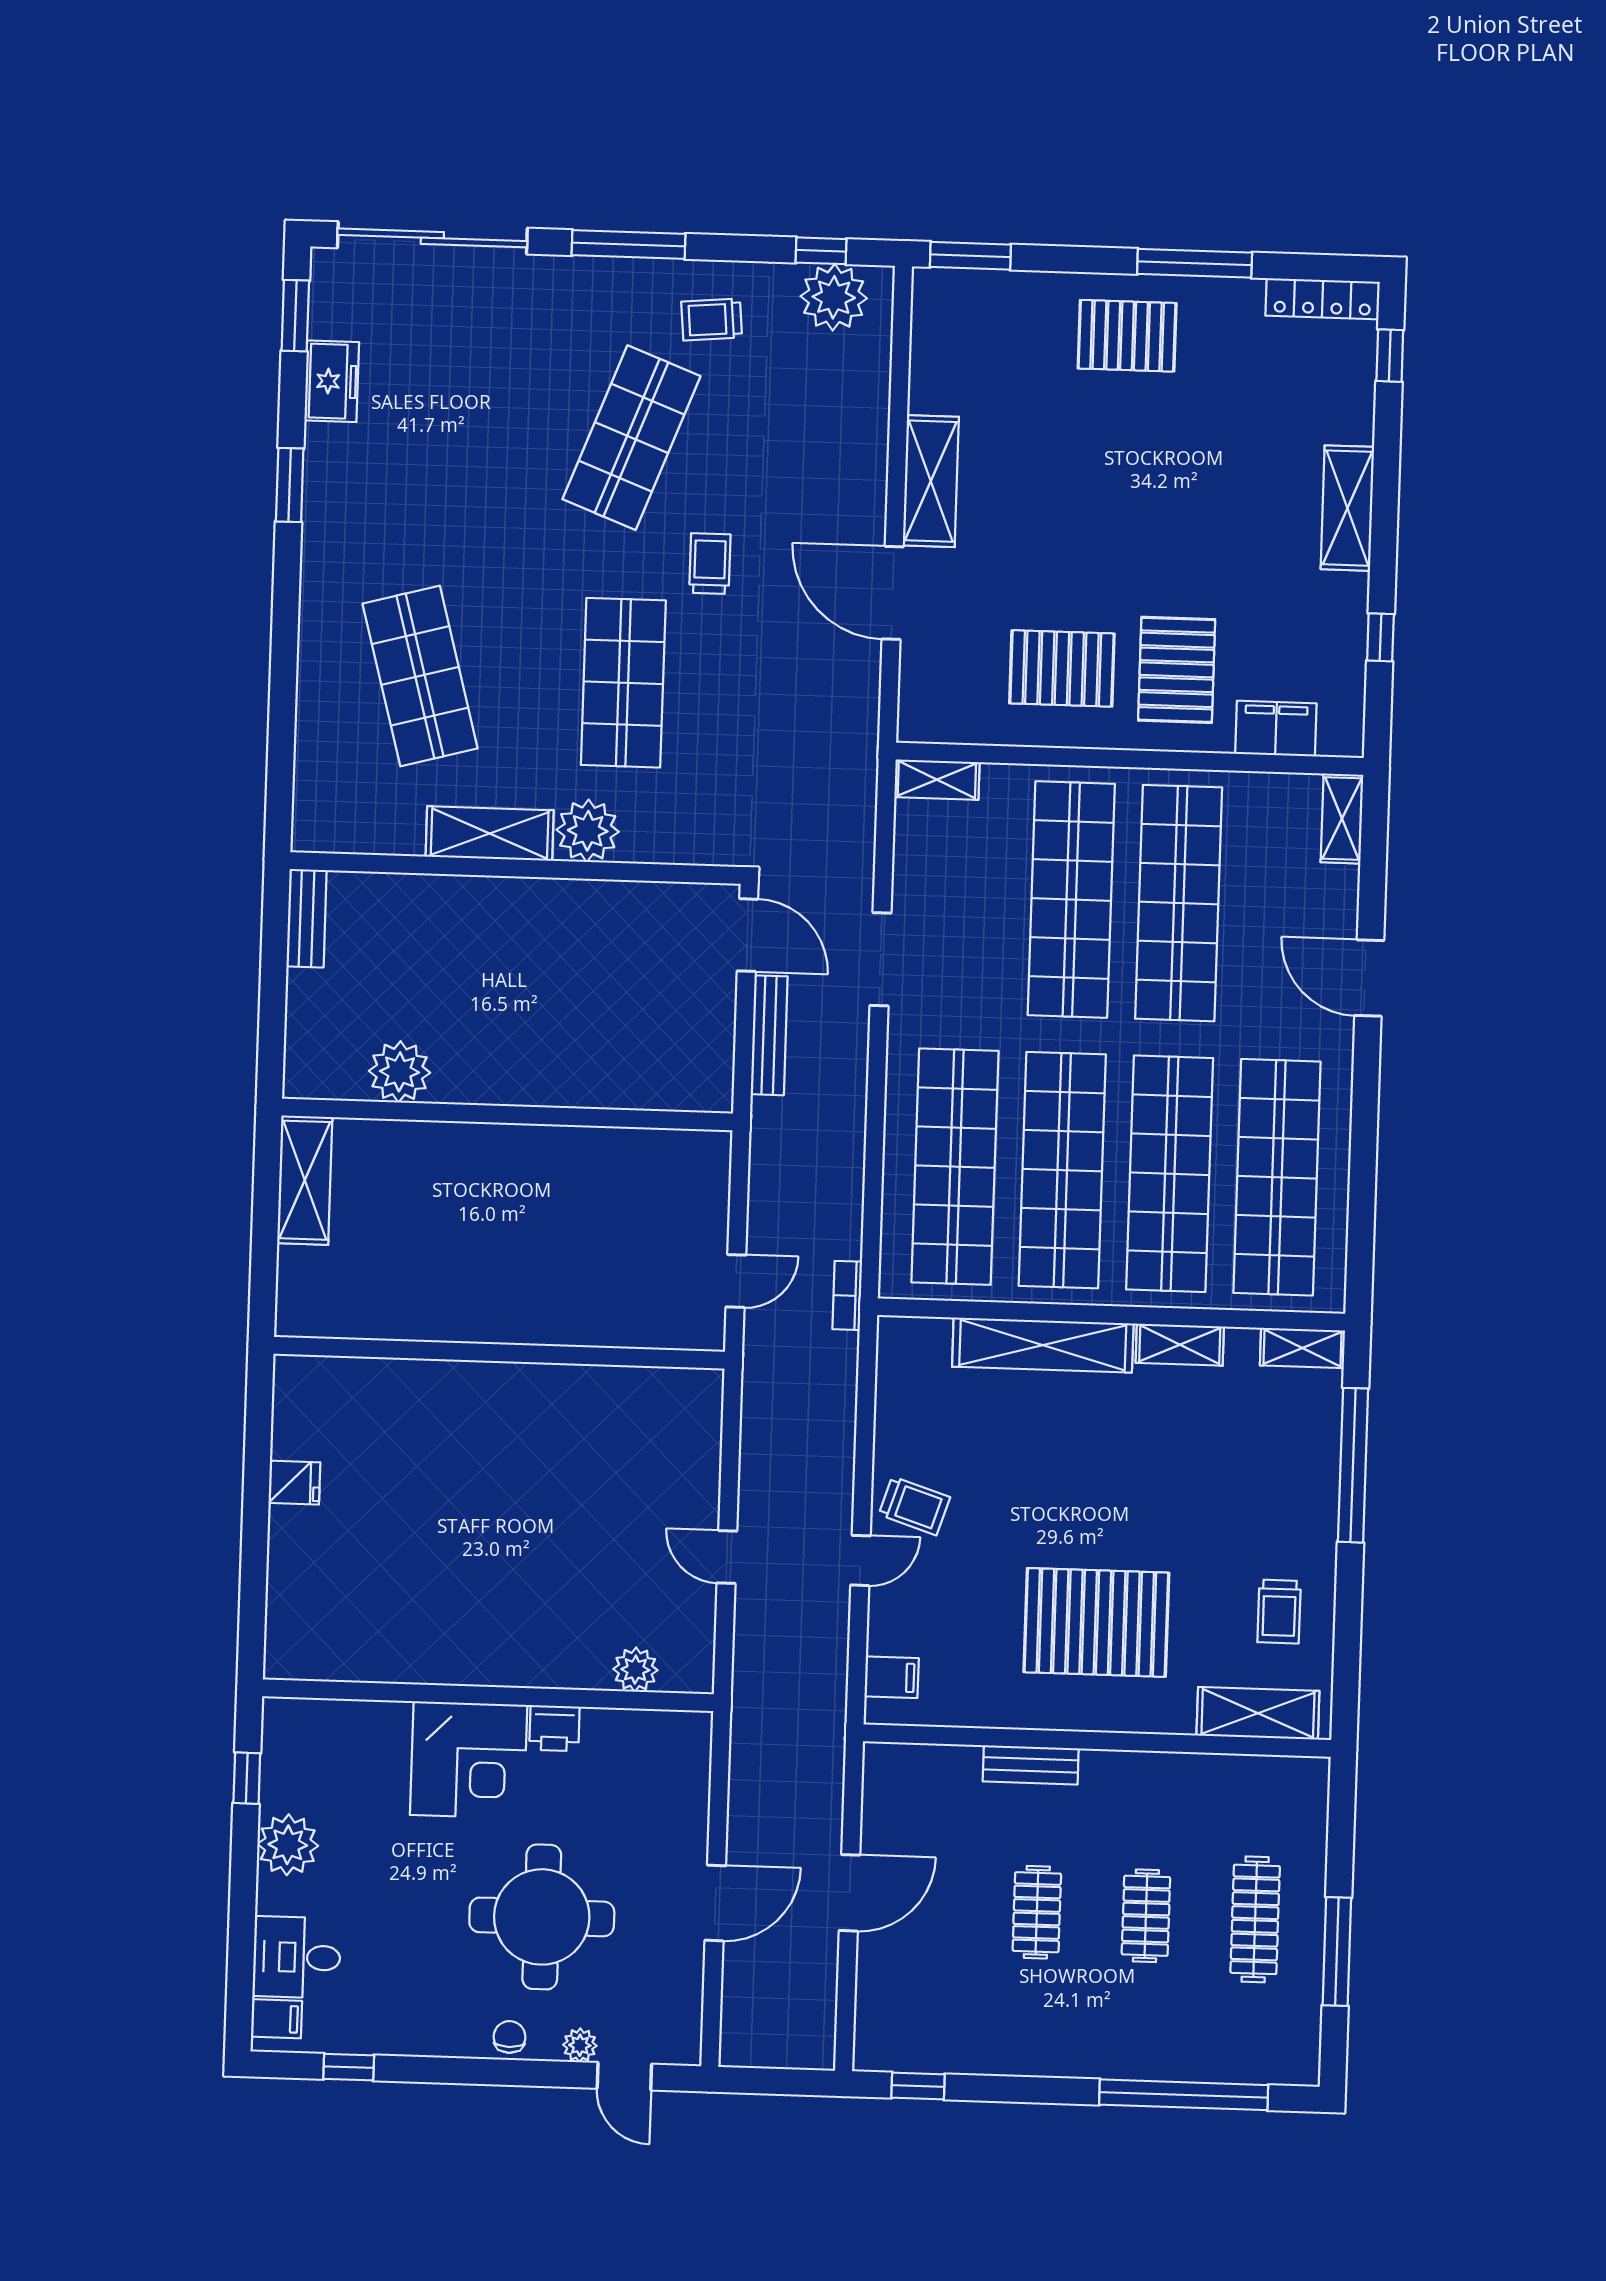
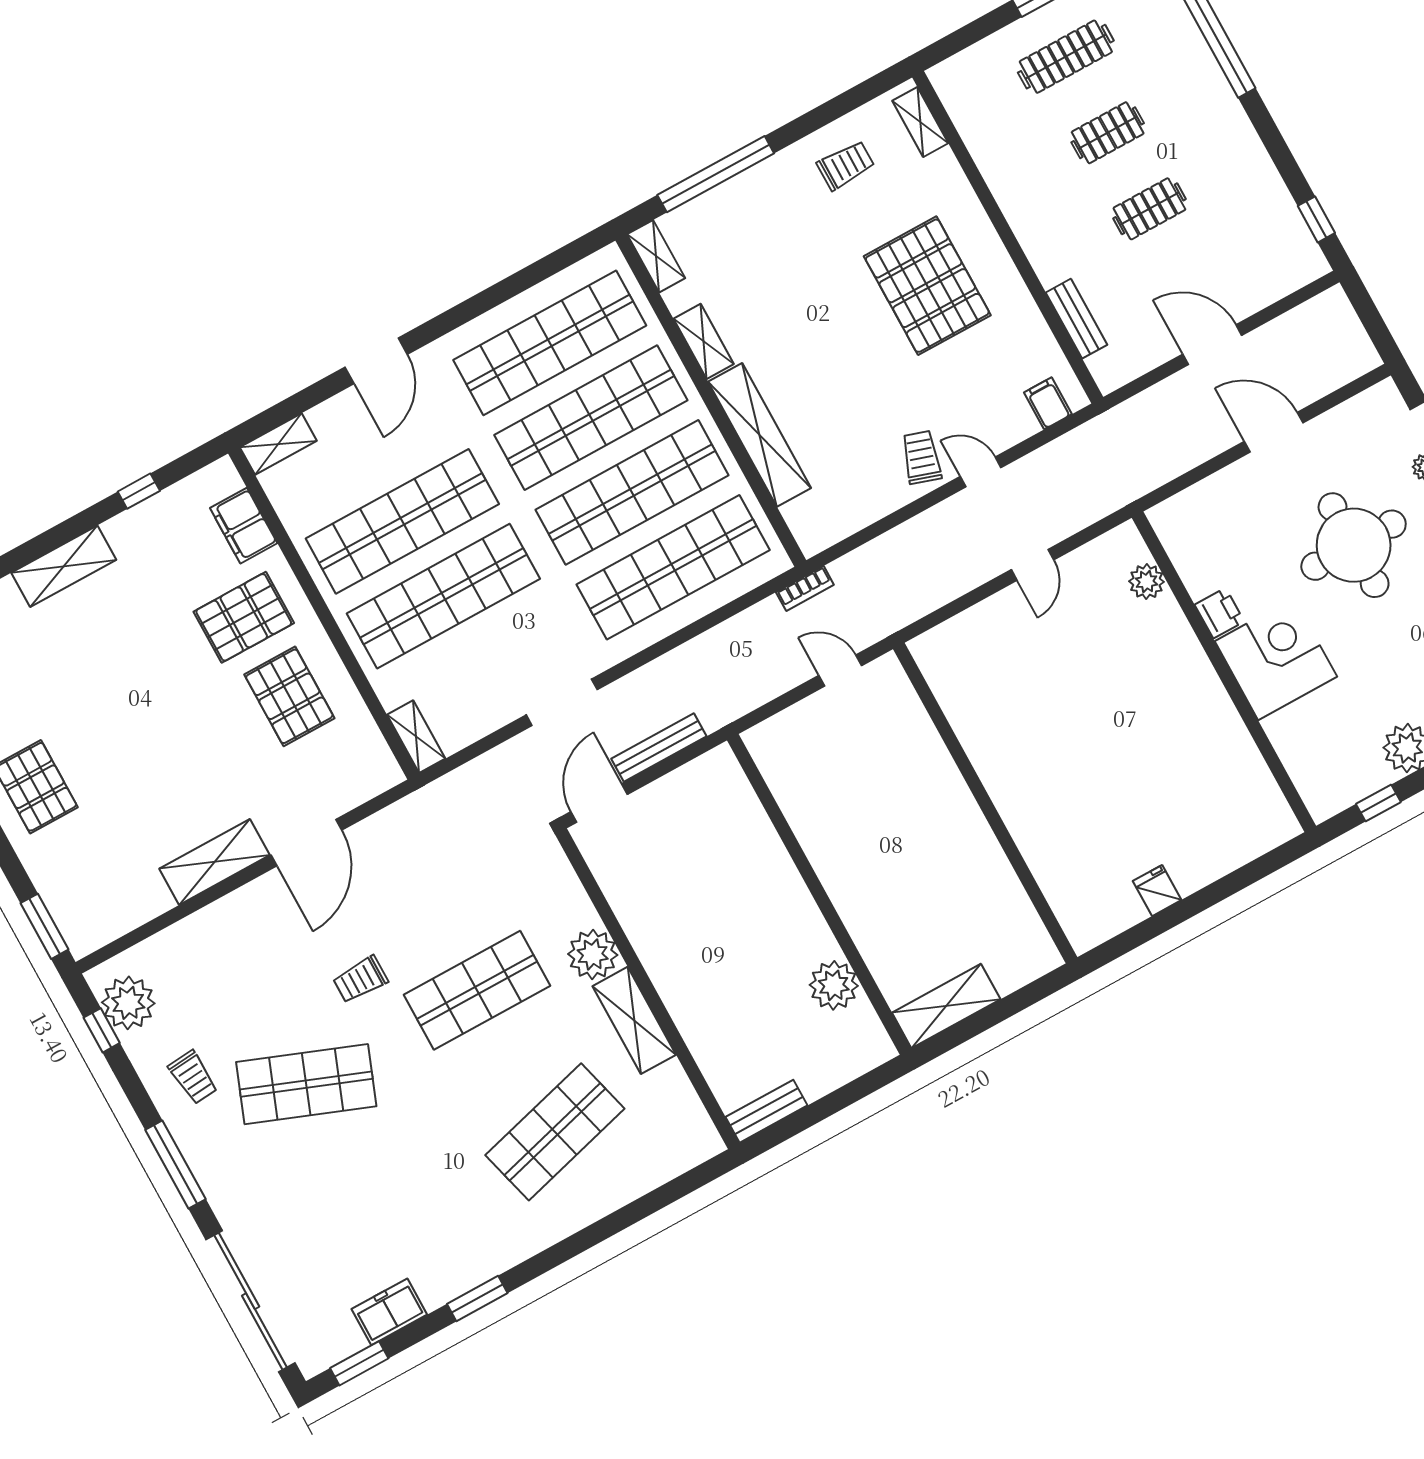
shelving: (1258, 1713) -> (920, 122), width x0.67, depth x0.75
bench: (1031, 1765) -> (1077, 319), moved

